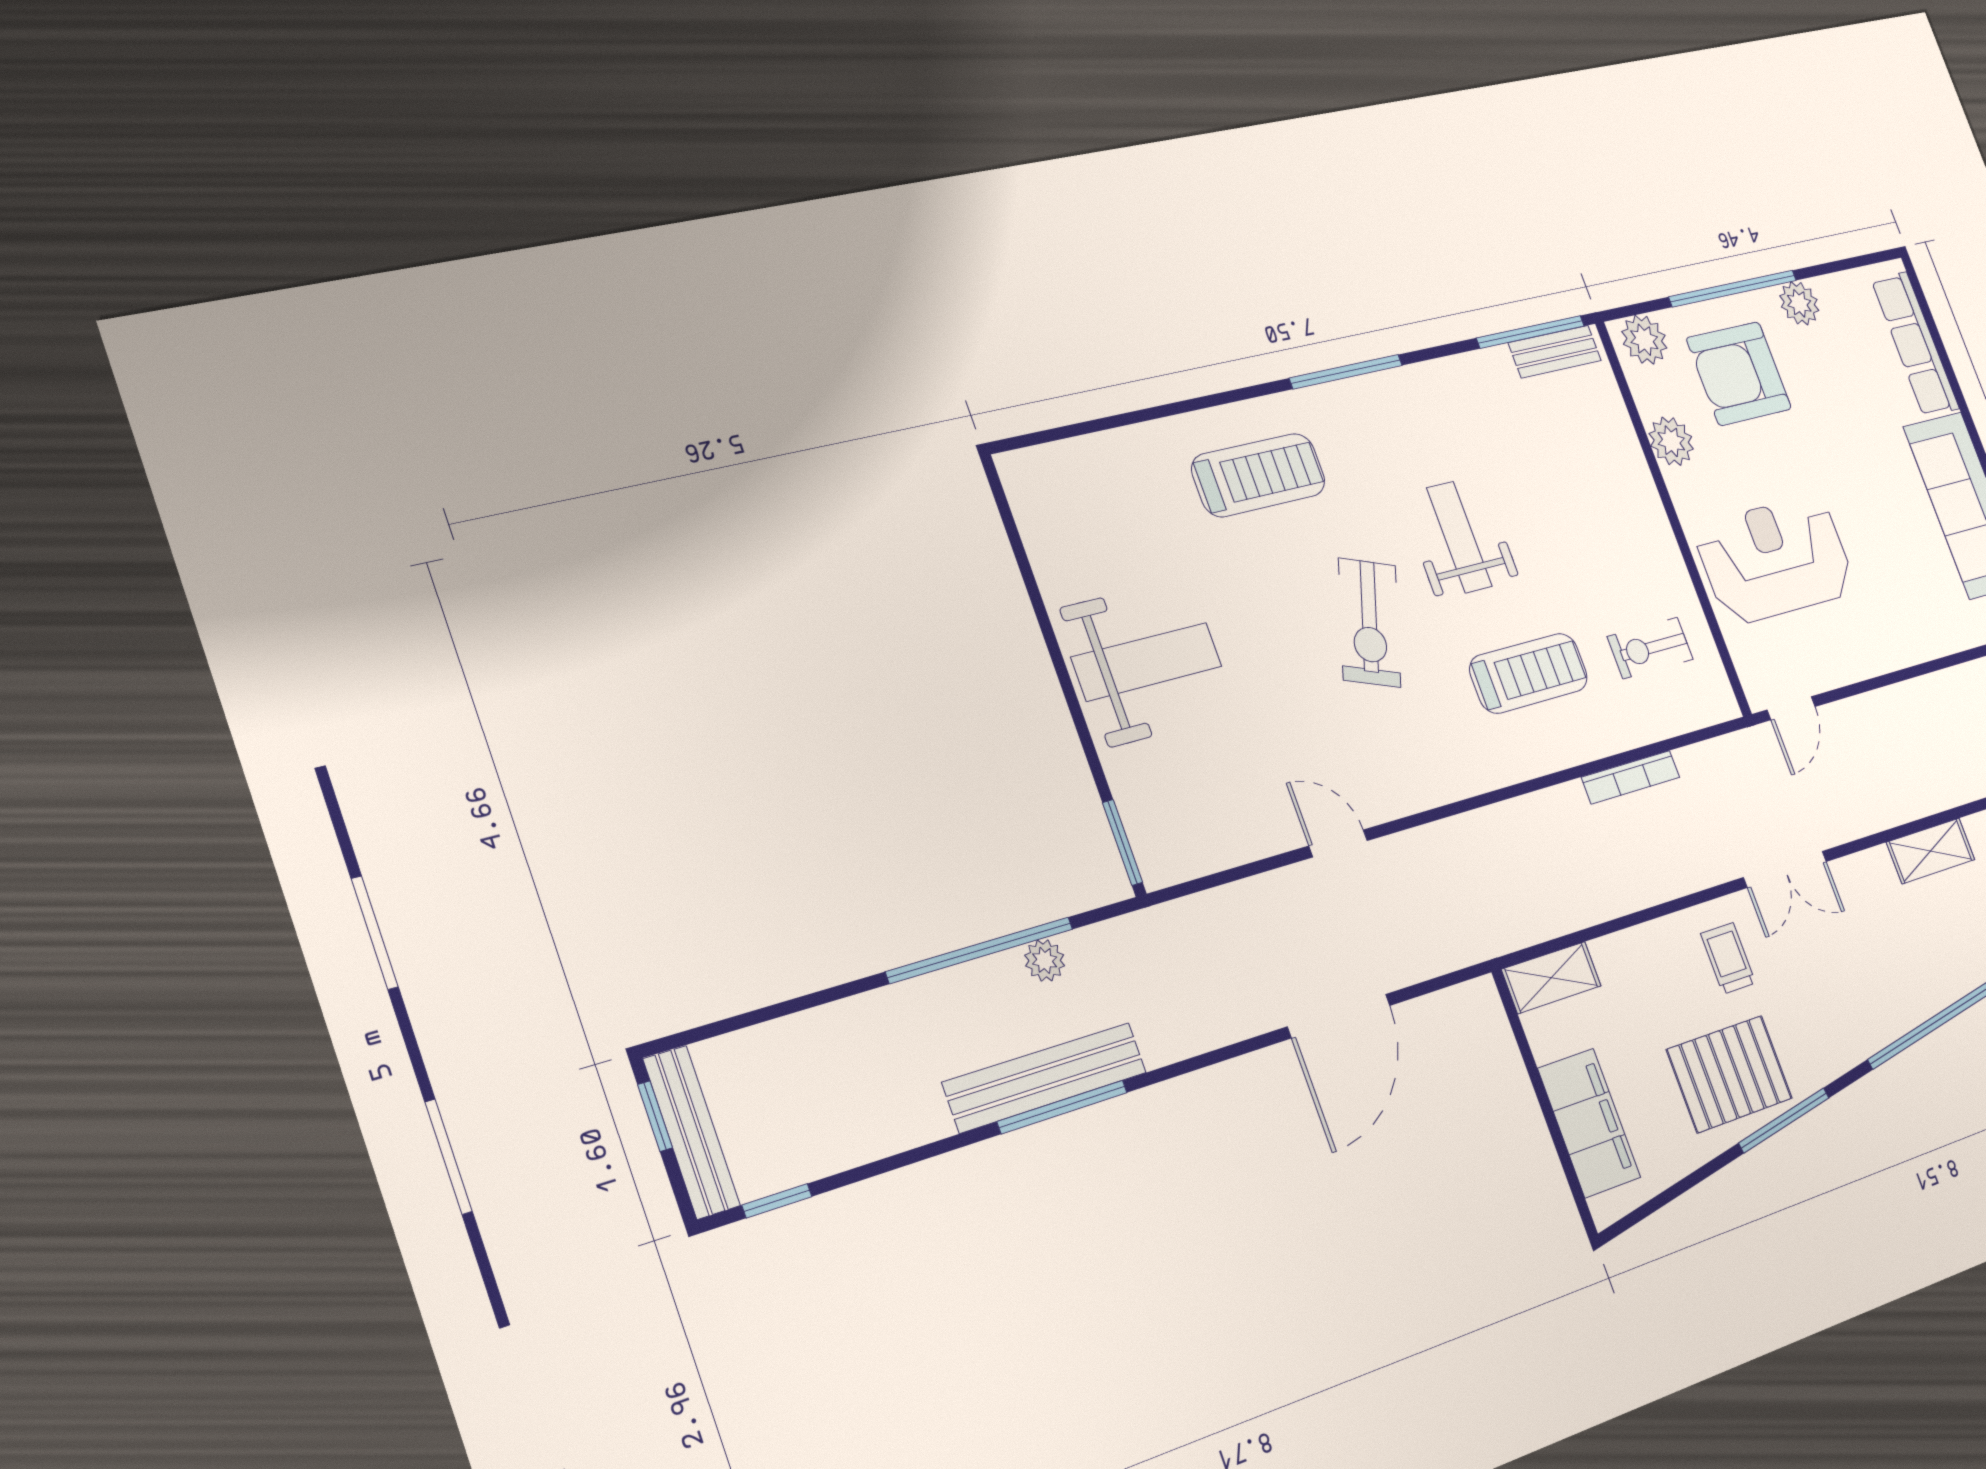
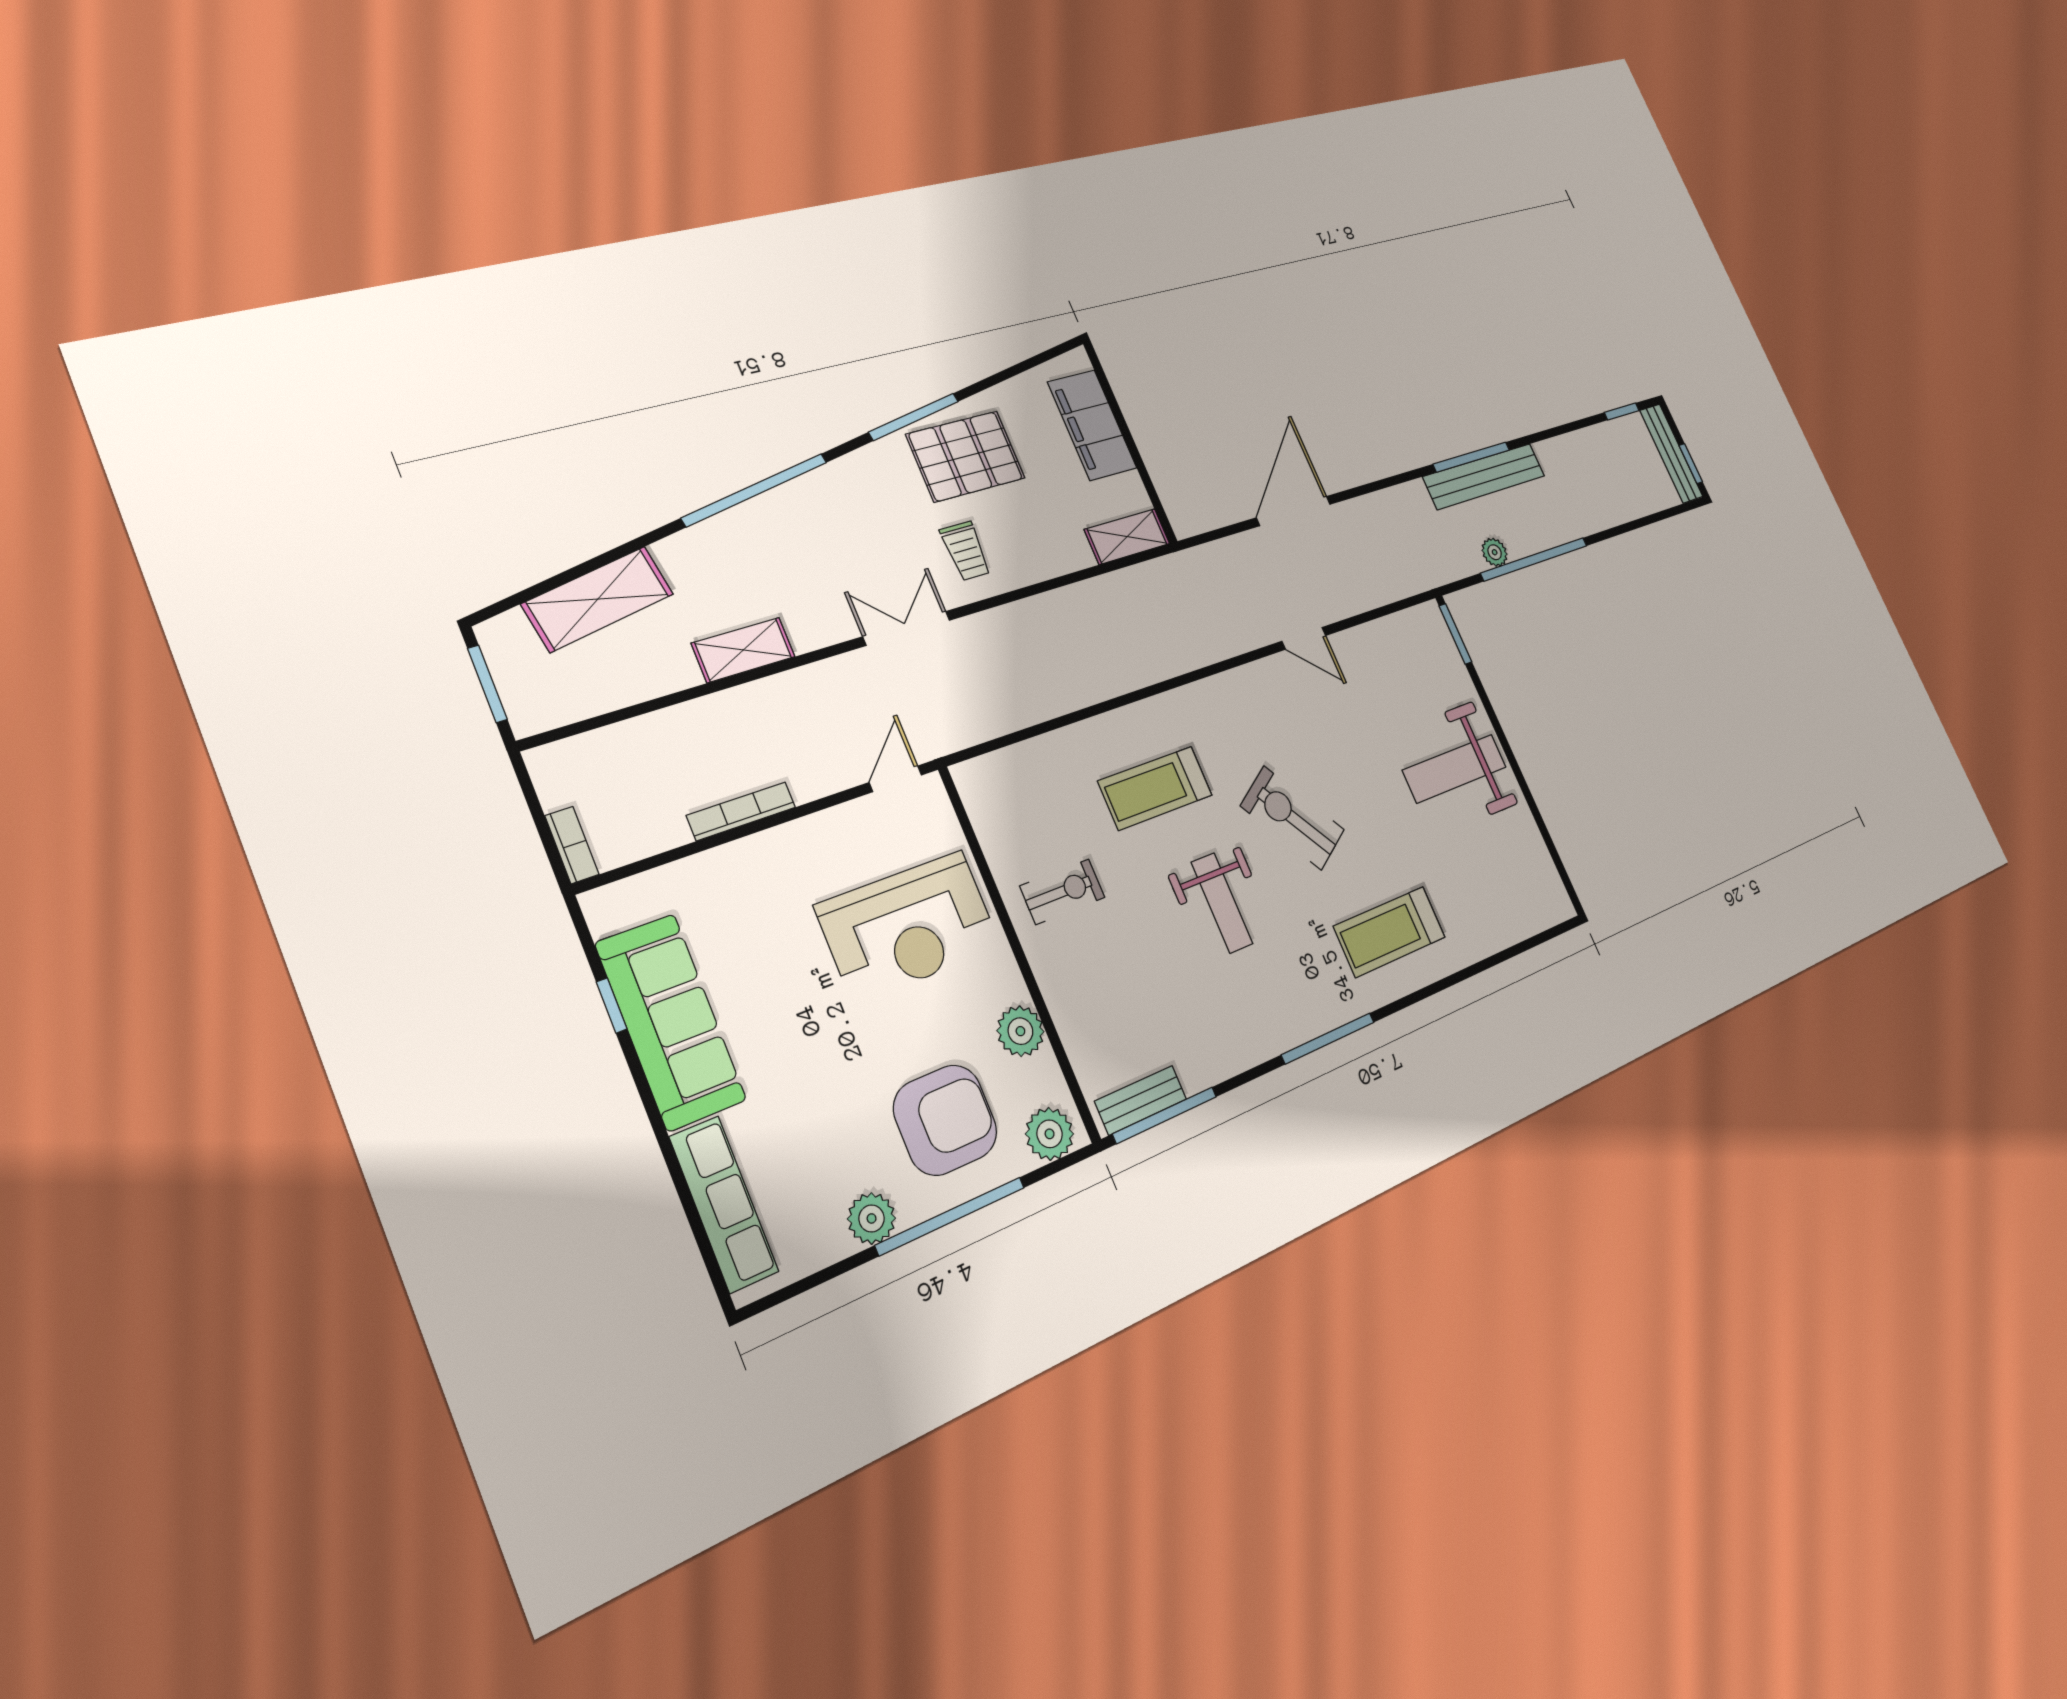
exercise bike: (1370, 622) -> (1293, 818), turned -53
exercise bike: (1650, 648) -> (1062, 892), moved
bookcase: (1631, 777) -> (741, 811), moved

